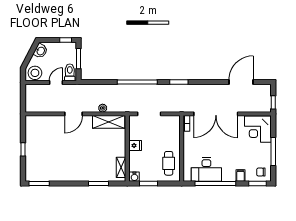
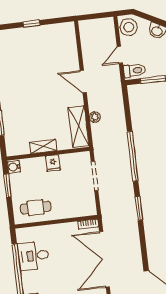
door: (56, 82) -> (120, 55), swing flipped
shelving: (121, 167) -> (43, 146), moved
desk: (206, 170) -> (33, 256), width x0.73

